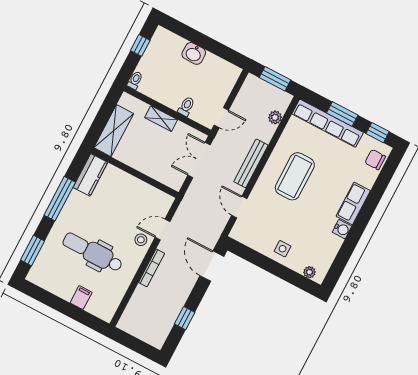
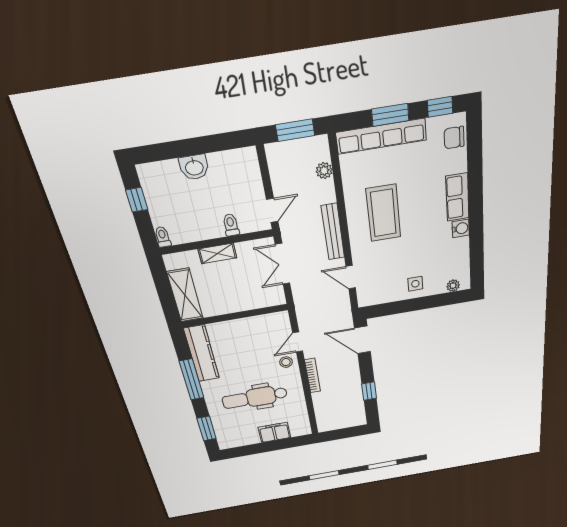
kitchen counter: (90, 175) -> (202, 354), width x1.50
filing cabinet: (81, 298) -> (274, 432), width x2.00

